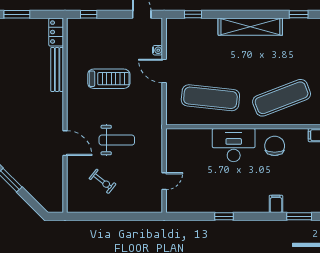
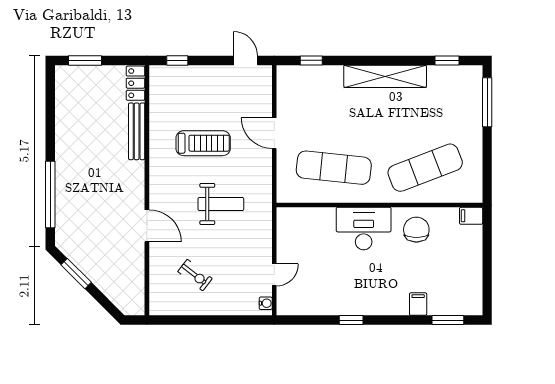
water cooler: (157, 50) -> (266, 303), moved
weight bench: (117, 140) -> (221, 204), moved

